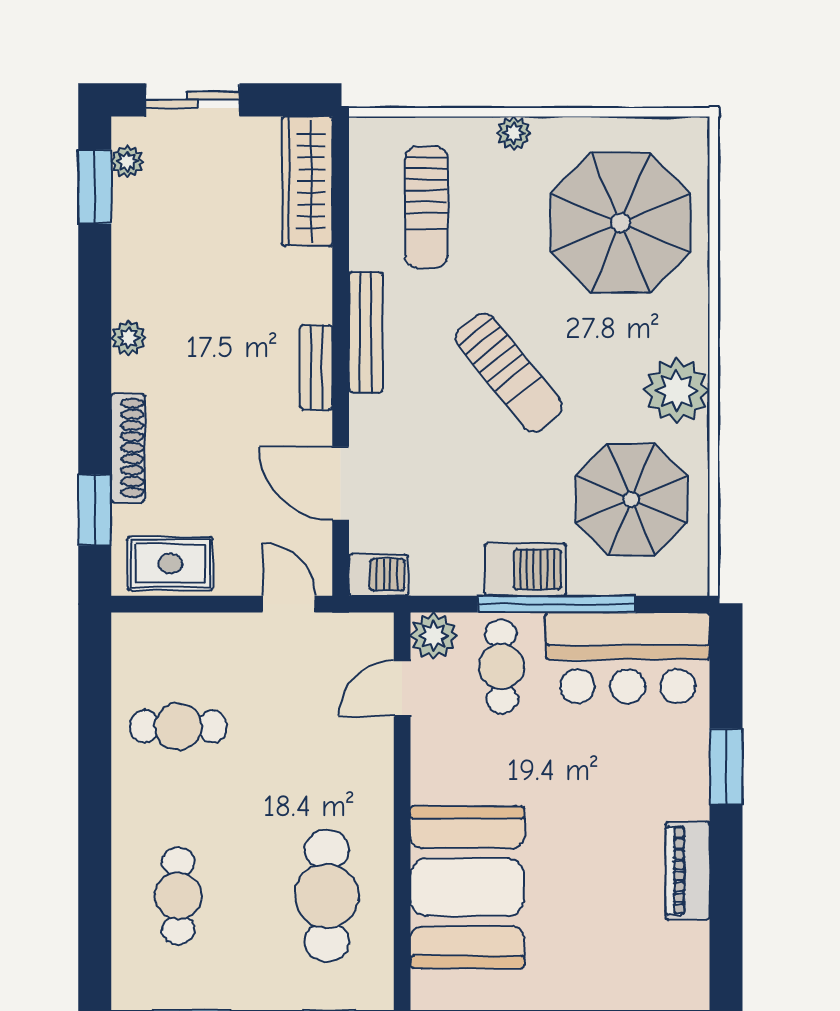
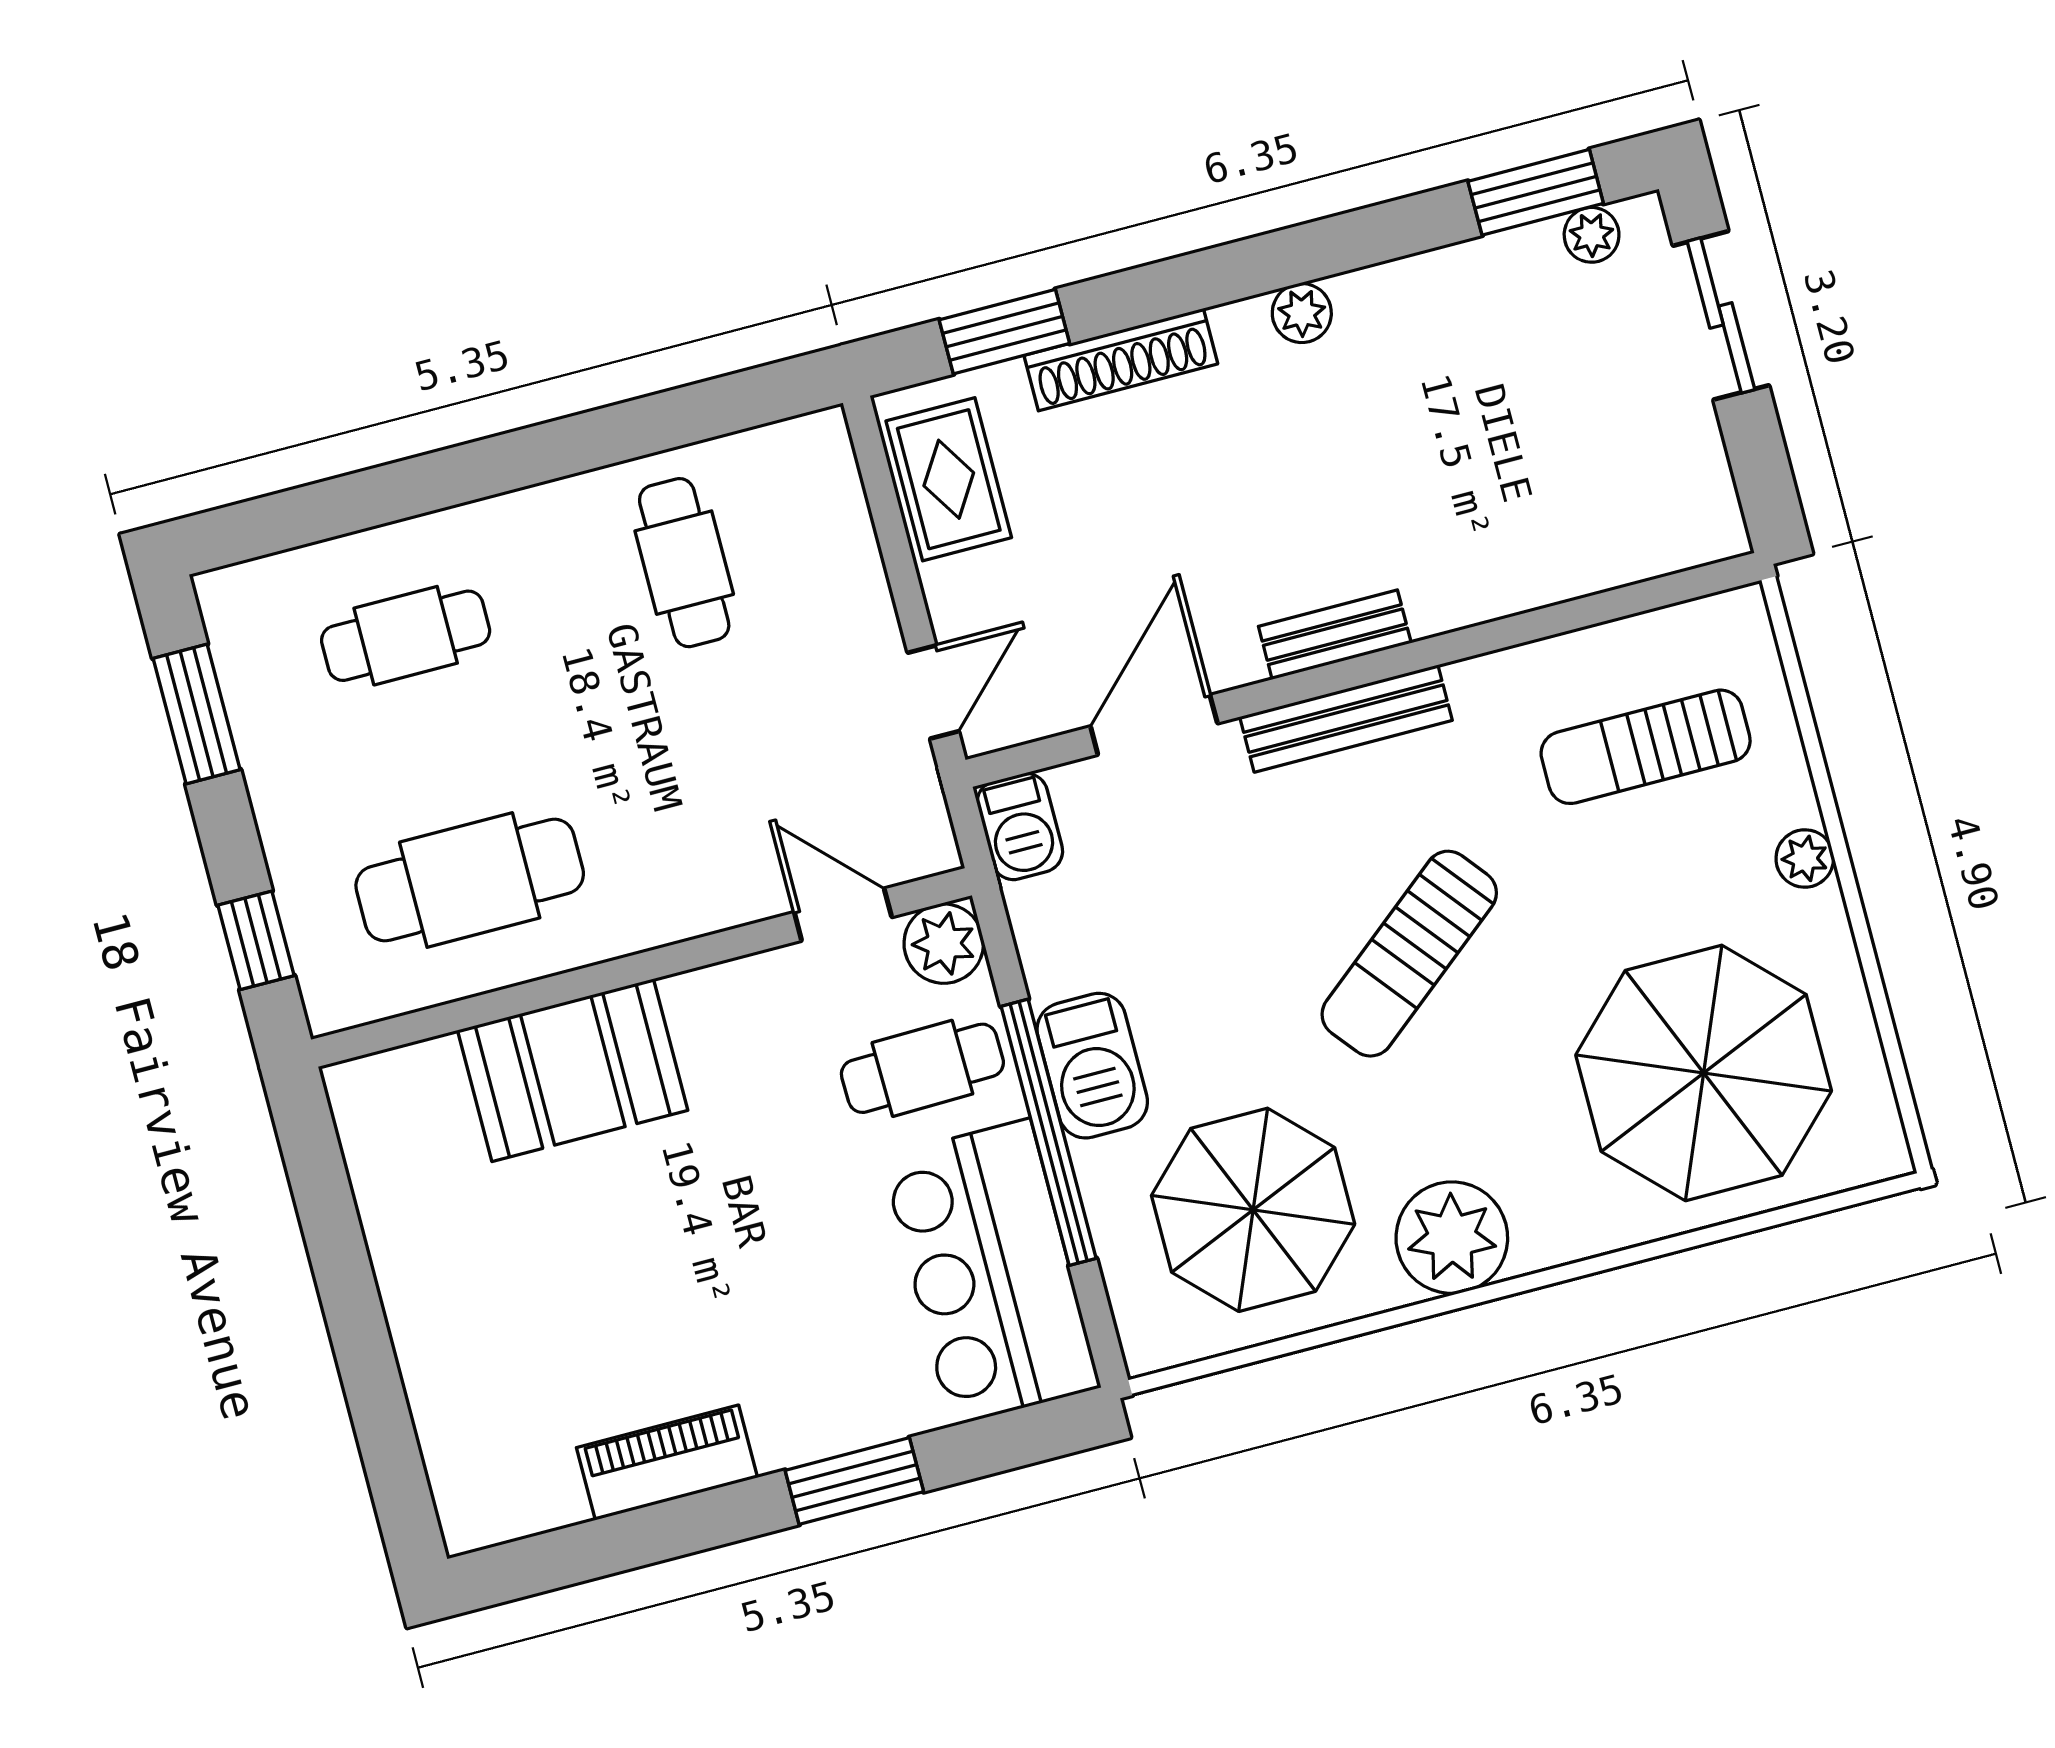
wardrobe: (307, 181) -> (1637, 540), removed
bench: (366, 332) -> (1346, 719), moved
booth: (467, 887) -> (573, 1070), width x0.73, depth x0.70

